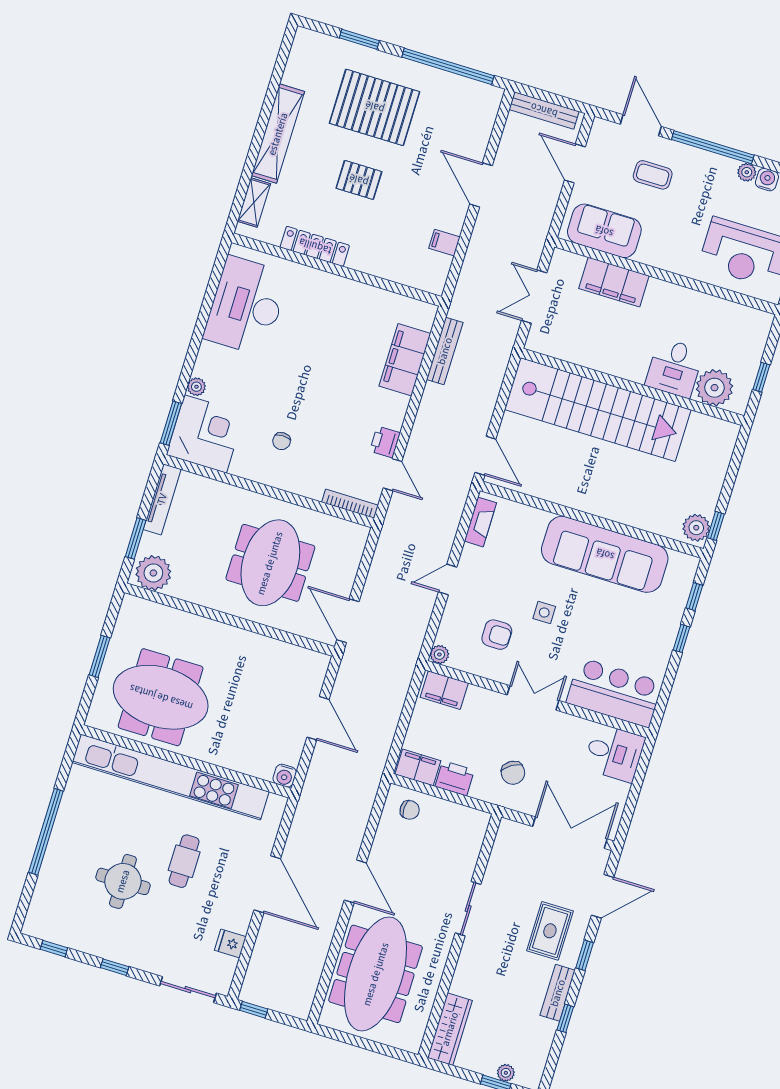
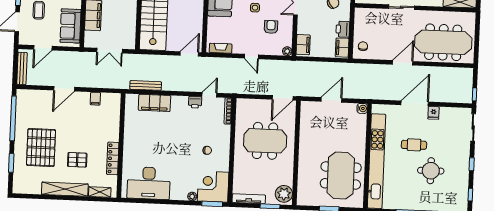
pallet: (359, 180) -> (77, 160), moved, turned 90
fridge: (230, 943) -> (434, 113), moved

